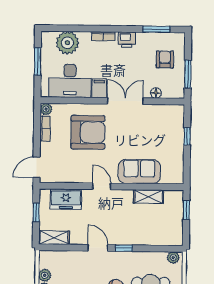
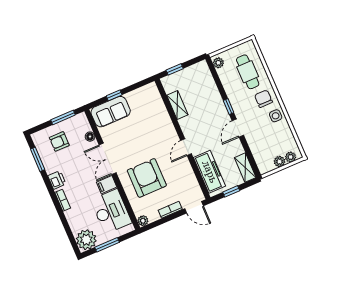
plant: (67, 43) -> (86, 240), moved
bookcase: (45, 129) -> (170, 210), moved
sofa: (139, 172) -> (111, 112), moved, turned -90
freezer: (66, 199) -> (210, 172), width x1.40

